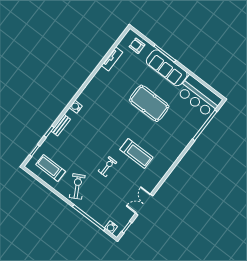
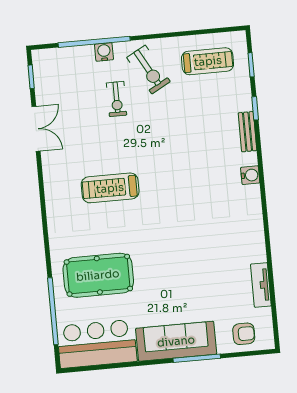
pool table: (149, 103) -> (98, 275), moved
exercise bike: (107, 167) -> (117, 99), moved
water cooler: (111, 227) -> (104, 52), moved

